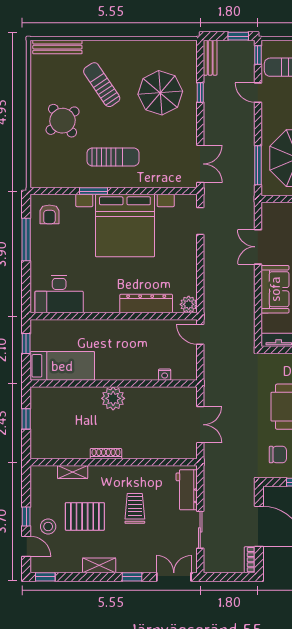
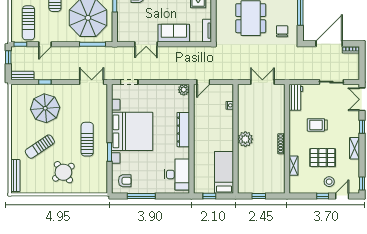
dresser: (146, 304) -> (183, 130), moved
workbench: (187, 490) -> (296, 97), moved, turned -90
pallet: (85, 516) -> (323, 158), turned 90

